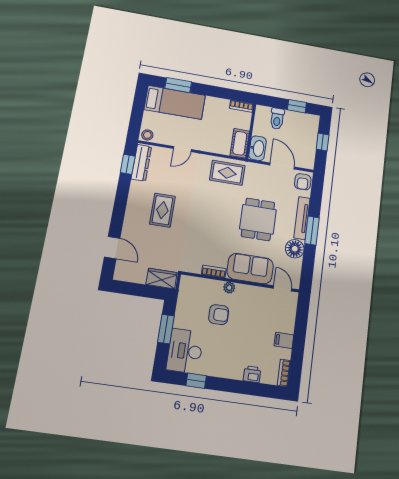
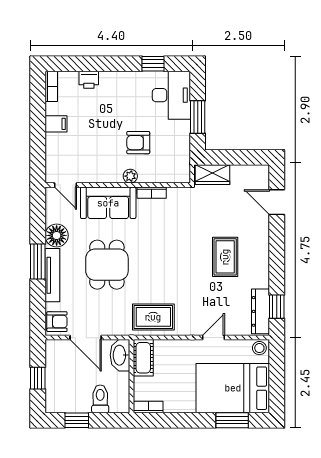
bed: (175, 102) -> (233, 388), width x1.50
armchair: (303, 182) -> (57, 322), turned 90

